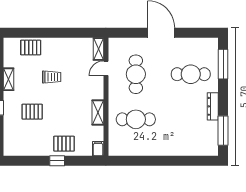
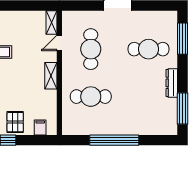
shelving: (98, 113) -> (51, 76), moved
pallet: (64, 144) -> (15, 122), turned 90
filing cabinet: (98, 149) -> (40, 127), moved
window: (158, 161) -> (114, 140), added

